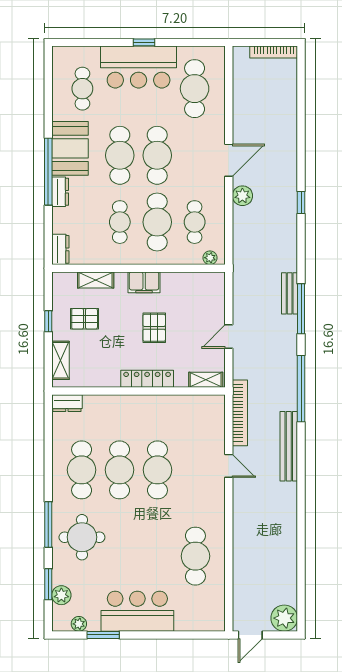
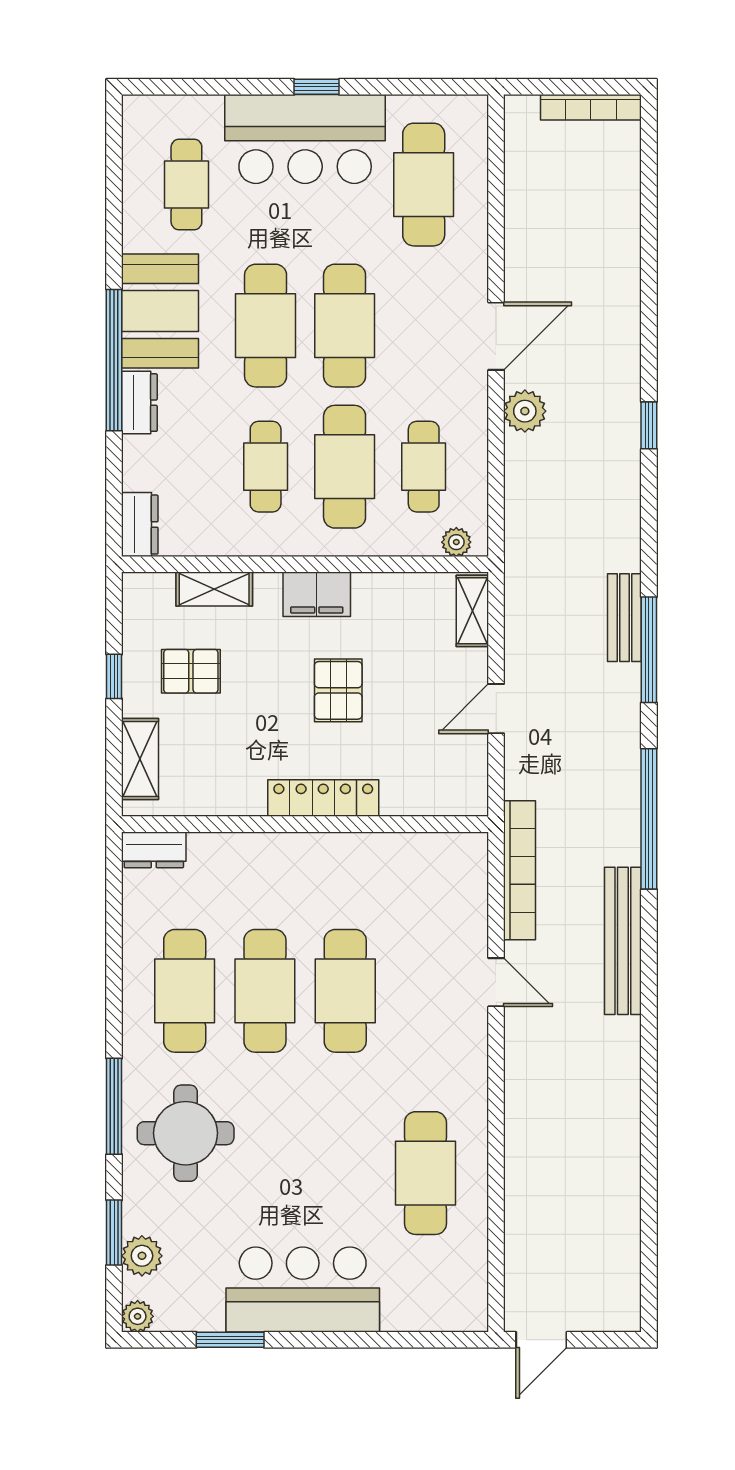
shelving: (206, 380) -> (472, 611), moved, turned 90
plant: (284, 618) -> (613, 1304), removed
plant: (79, 624) -> (138, 1316), moved

